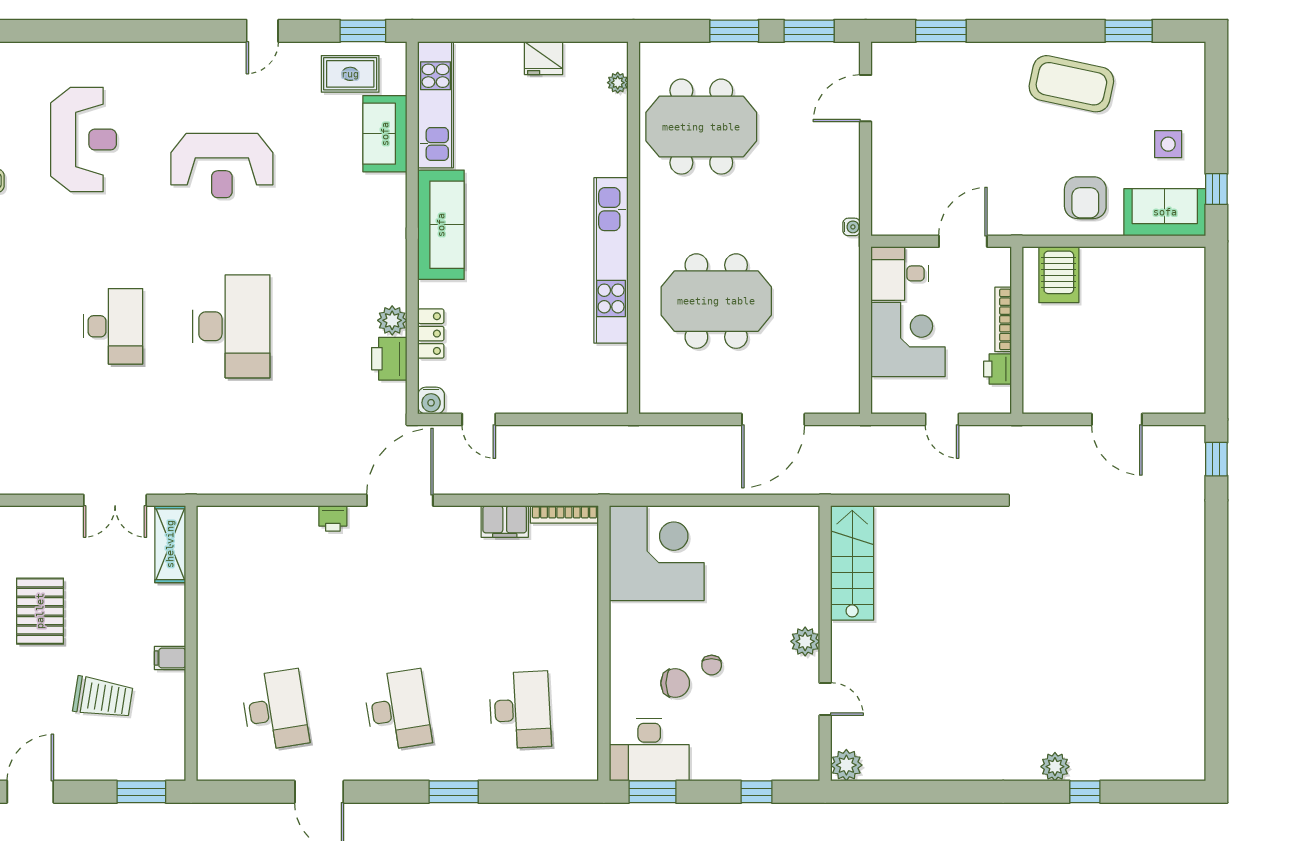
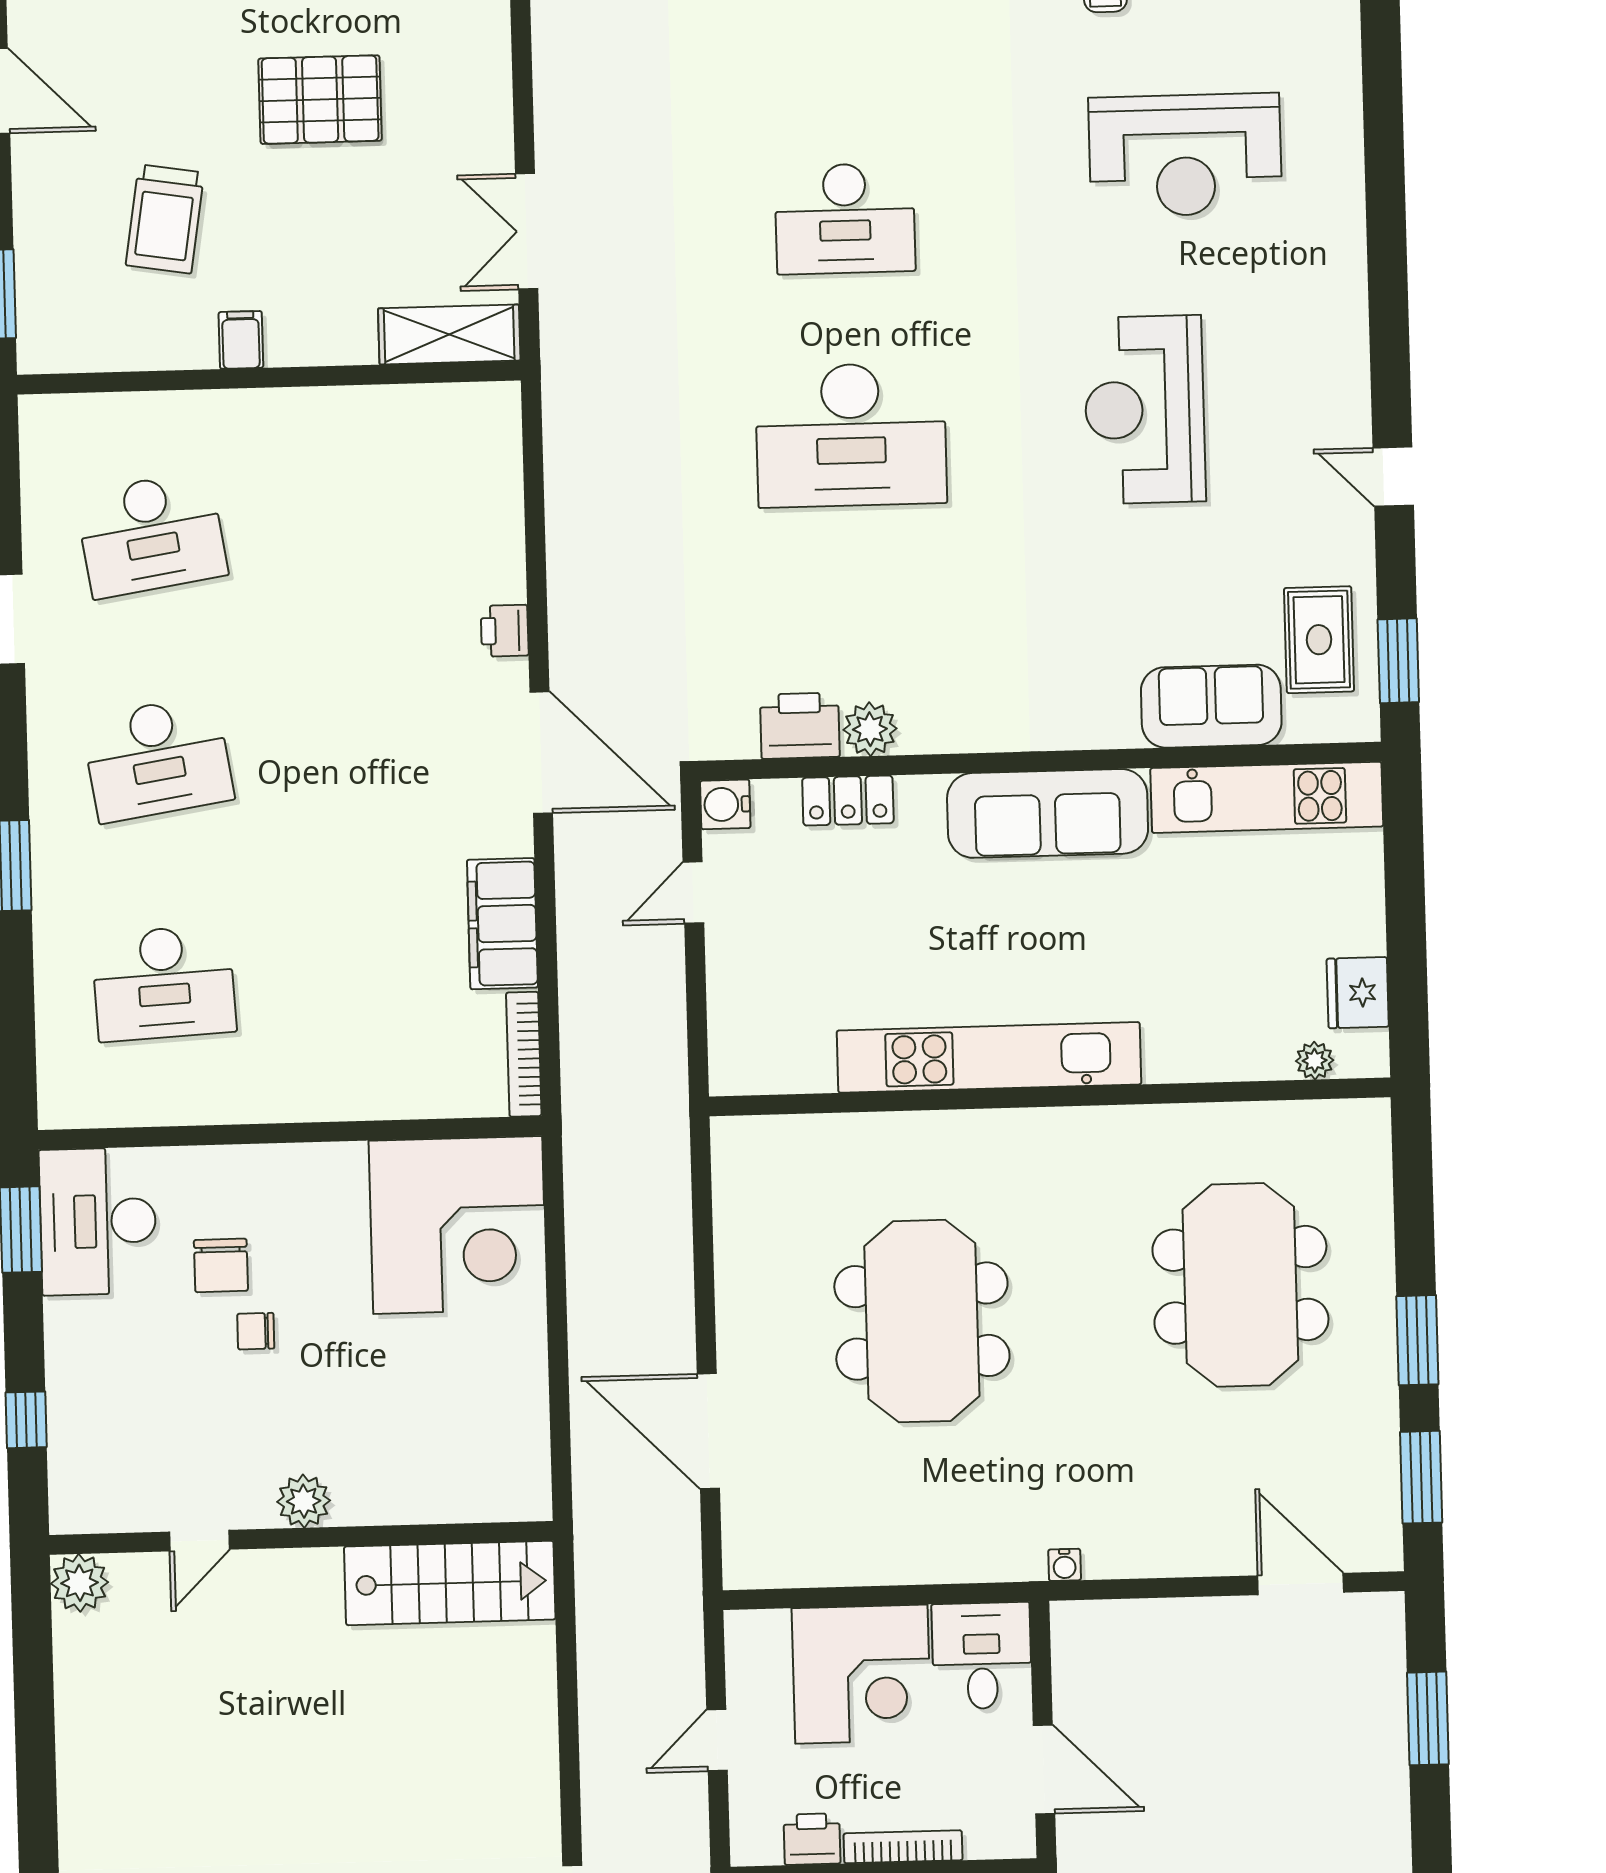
plant: (618, 83) -> (1315, 1061), moved
wall: (634, 228) -> (1050, 1097), moved
kitchen unit: (611, 260) -> (989, 1057), moved
filing cabinet: (505, 521) -> (502, 924), width x1.50, depth x1.17

